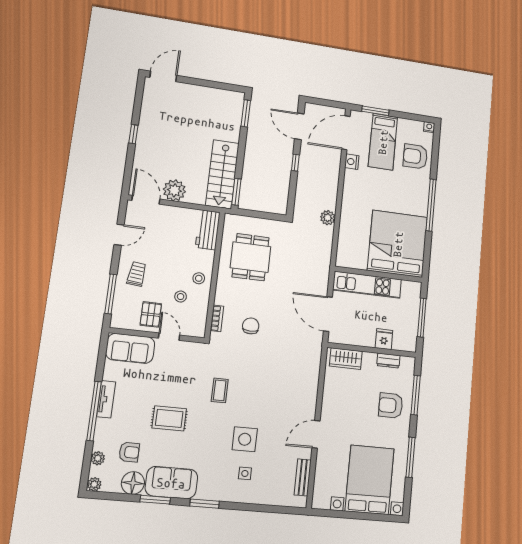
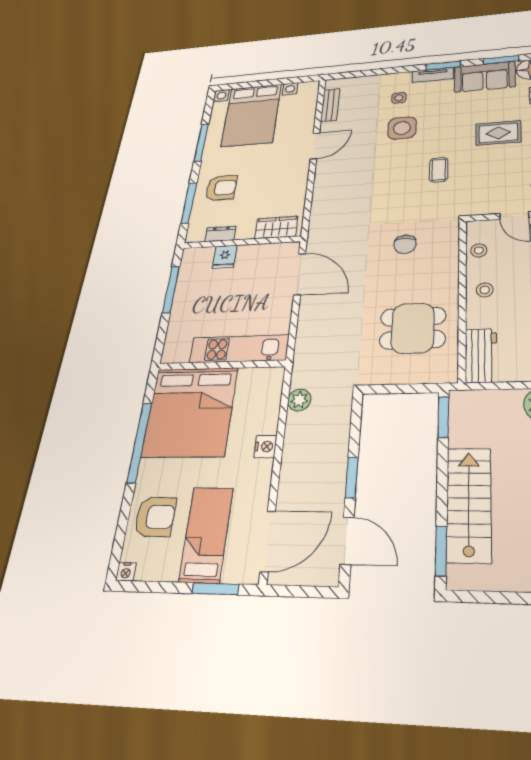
nightstand: (352, 162) -> (265, 446), moved
window: (295, 163) -> (352, 477), width x1.50
stairs: (222, 174) -> (469, 504), moved
bed: (398, 244) -> (190, 412), moved
dining table: (251, 257) -> (413, 328), turned 90
wall: (379, 274) -> (221, 365), moved
kitchen unit: (367, 285) -> (239, 349), moved
stool: (181, 297) -> (479, 250), moved
bookcase: (217, 318) -> (452, 246), removed
tv unit: (214, 494) -> (433, 75), added

